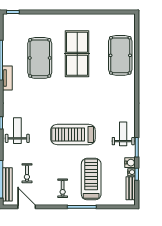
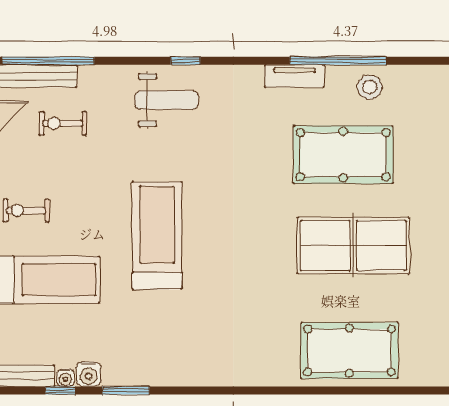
stool: (12, 47) -> (370, 87), added
weight bench: (123, 134) -> (158, 358), removed

